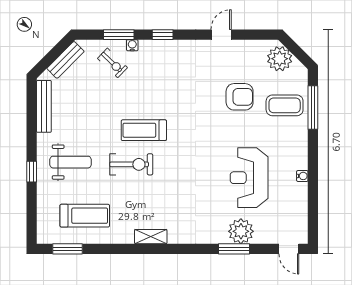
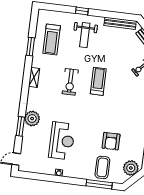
exercise bike: (131, 164) -> (70, 82), moved
reception desk: (249, 178) -> (62, 141), turned 90
plant: (241, 231) -> (32, 119), moved
window: (67, 249) -> (30, 47), moved

